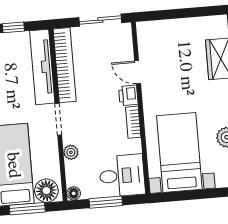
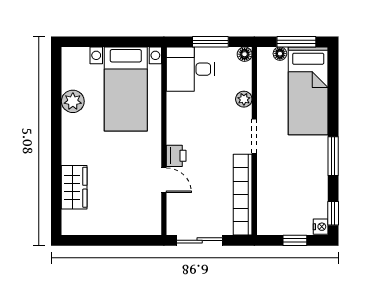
tv unit: (42, 67) -> (267, 195), removed
bookcase: (133, 122) -> (173, 126), removed
floor lamp: (46, 191) -> (280, 54), width x0.53, depth x0.53

